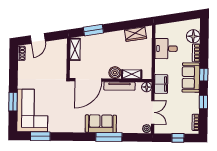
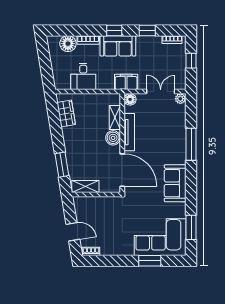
sofa: (101, 124) -> (175, 183), moved

